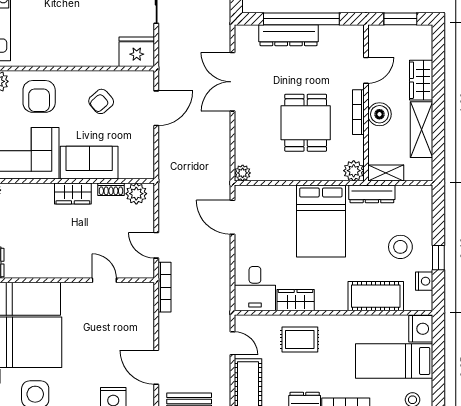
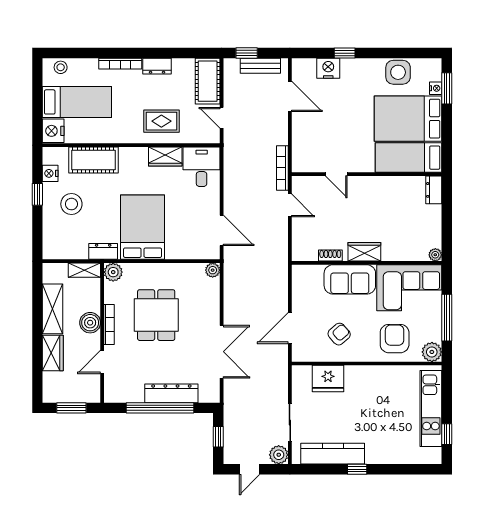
fridge: (137, 52) -> (328, 378), moved
plant: (136, 194) -> (308, 252), removed
dresser: (372, 194) -> (103, 251), width x0.70

